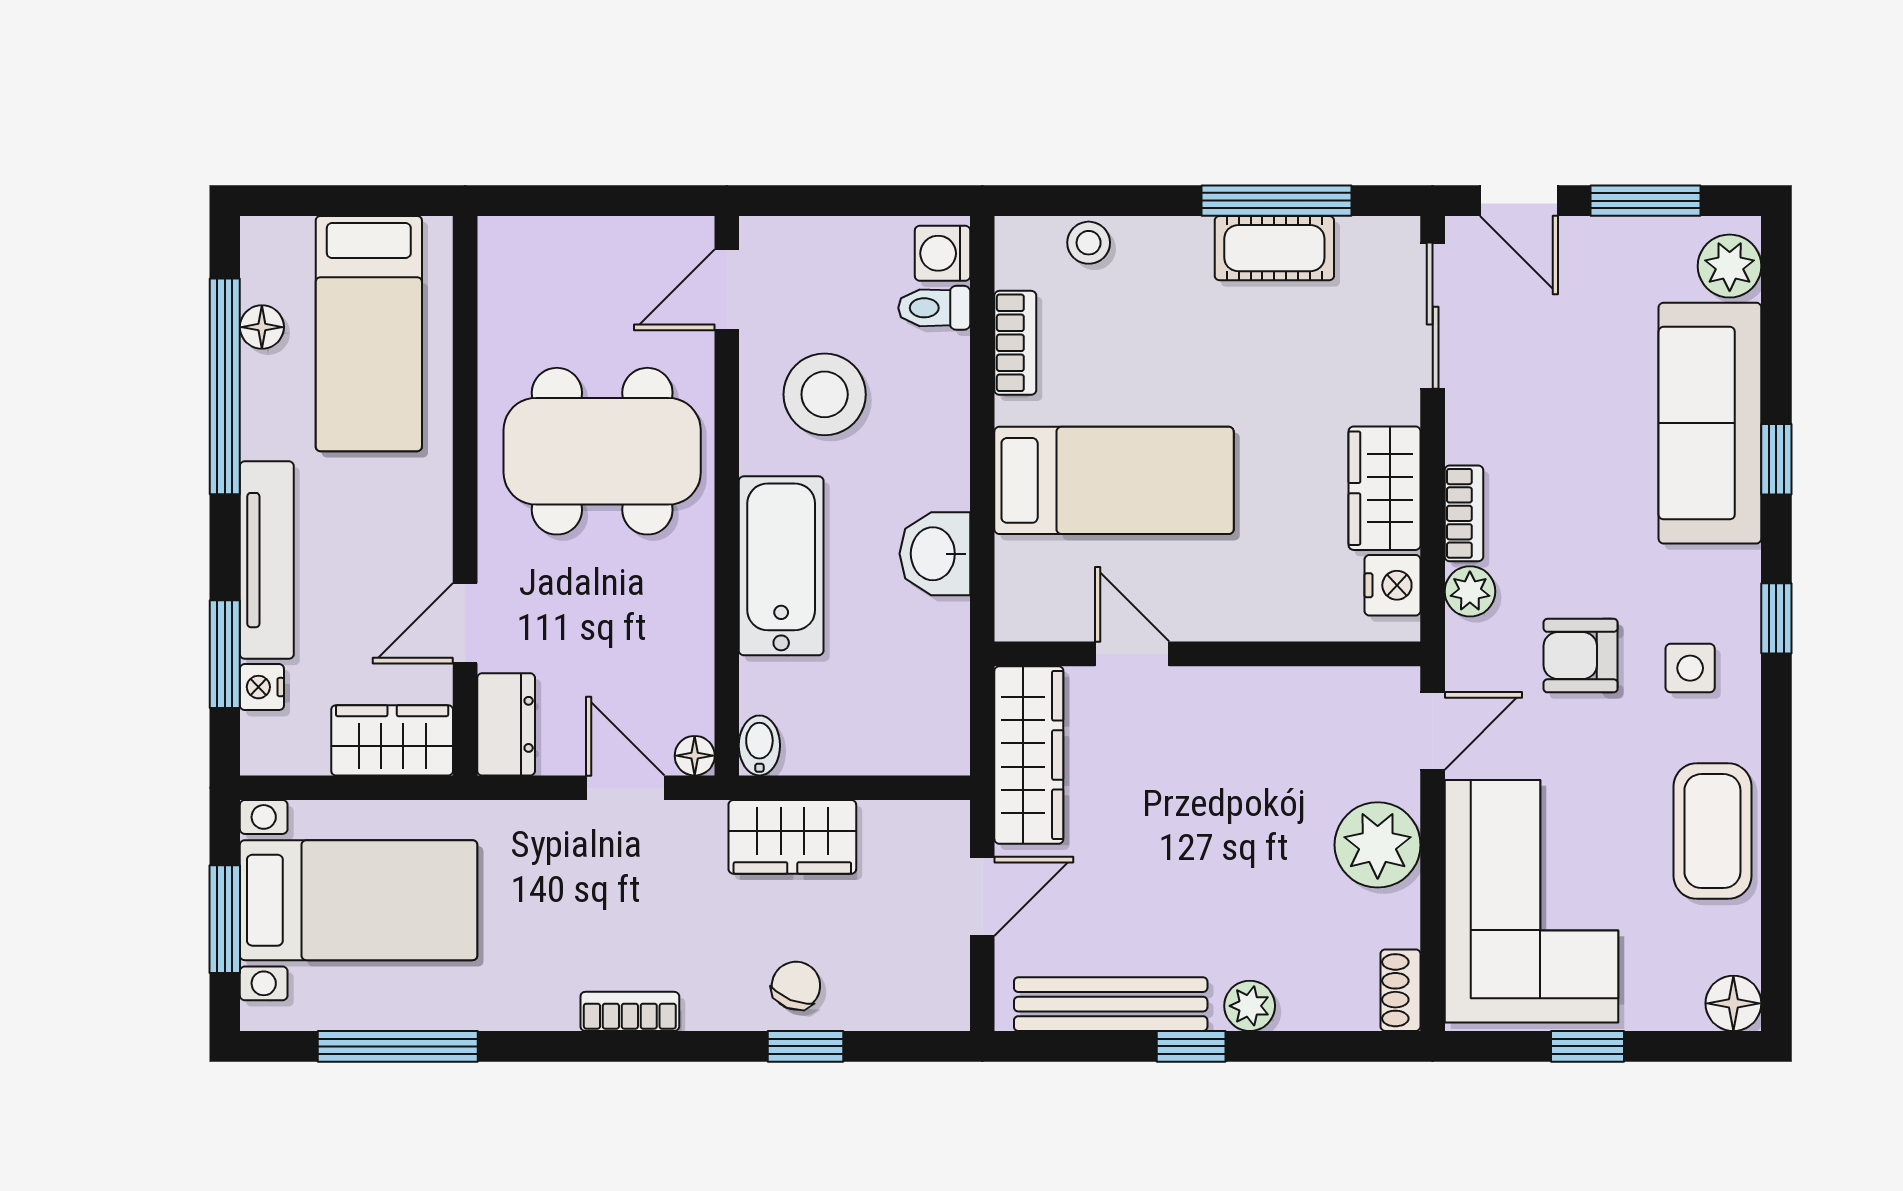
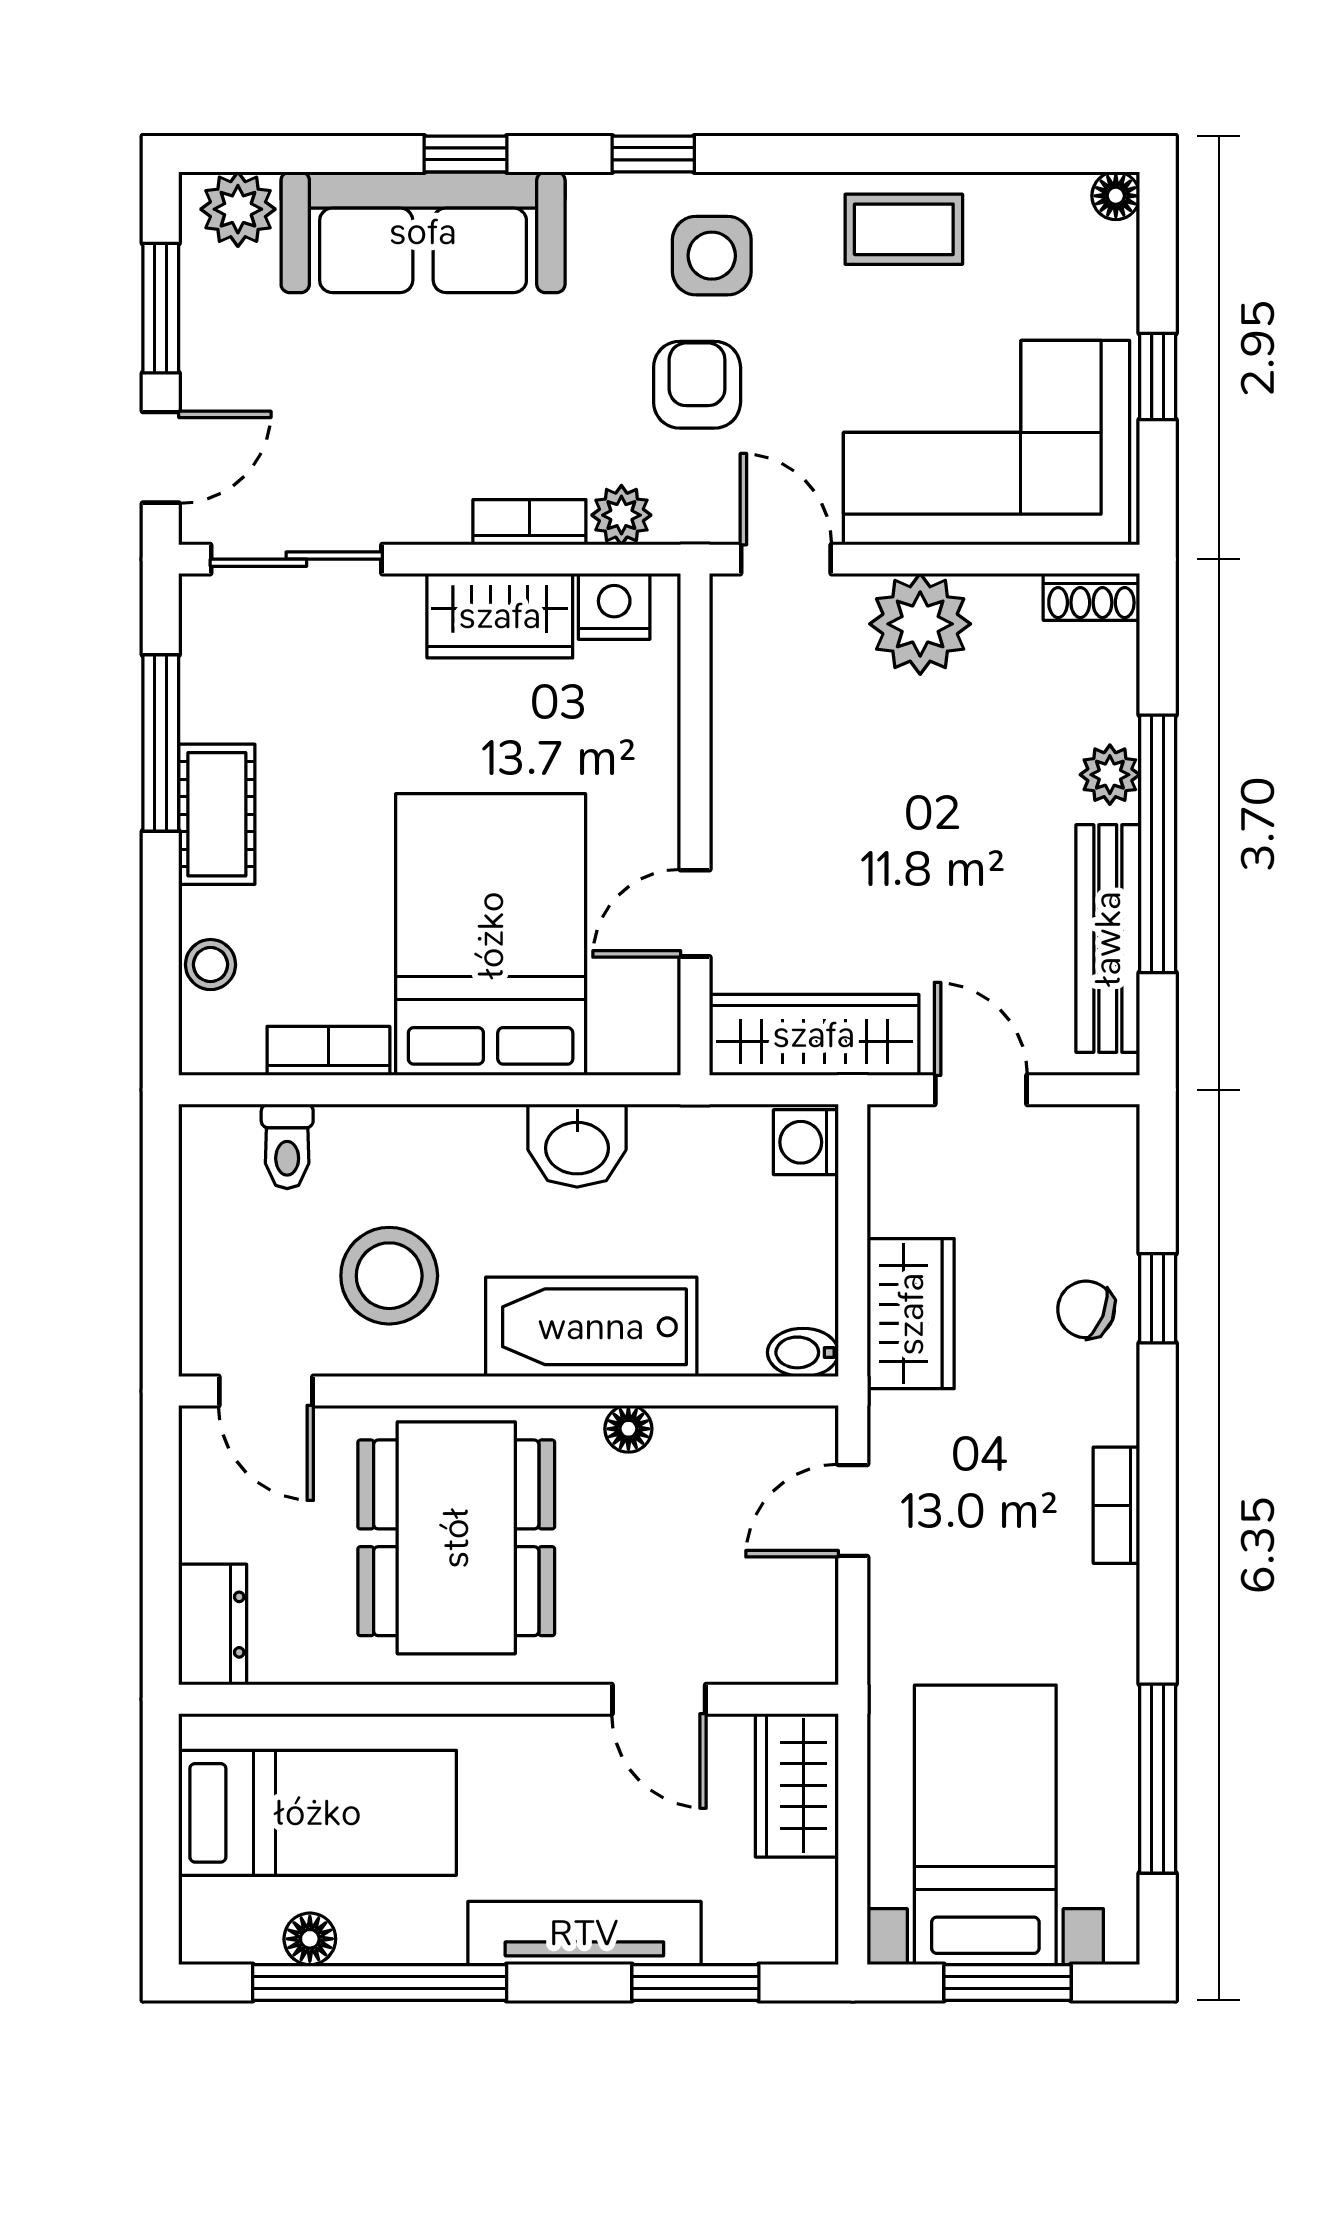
cot: (1274, 248) -> (217, 814), moved
washing machine: (943, 253) -> (806, 1142), moved, turned 90
bed: (1114, 480) -> (491, 935), width x1.50
armchair: (1581, 656) -> (697, 385), turned 180
side table: (1690, 668) -> (712, 256), width x1.37, depth x1.37
nightstand: (262, 687) -> (734, 1939), removed
dresser: (506, 724) -> (213, 1625), moved, turned 90
floor lamp: (695, 756) -> (628, 1429), moved
coffee table: (1712, 831) -> (904, 229), width x0.73, depth x0.77
floor lamp: (1733, 1003) -> (1116, 196), width x0.73, depth x0.73
window: (1191, 1046) -> (1158, 844), width x3.17

